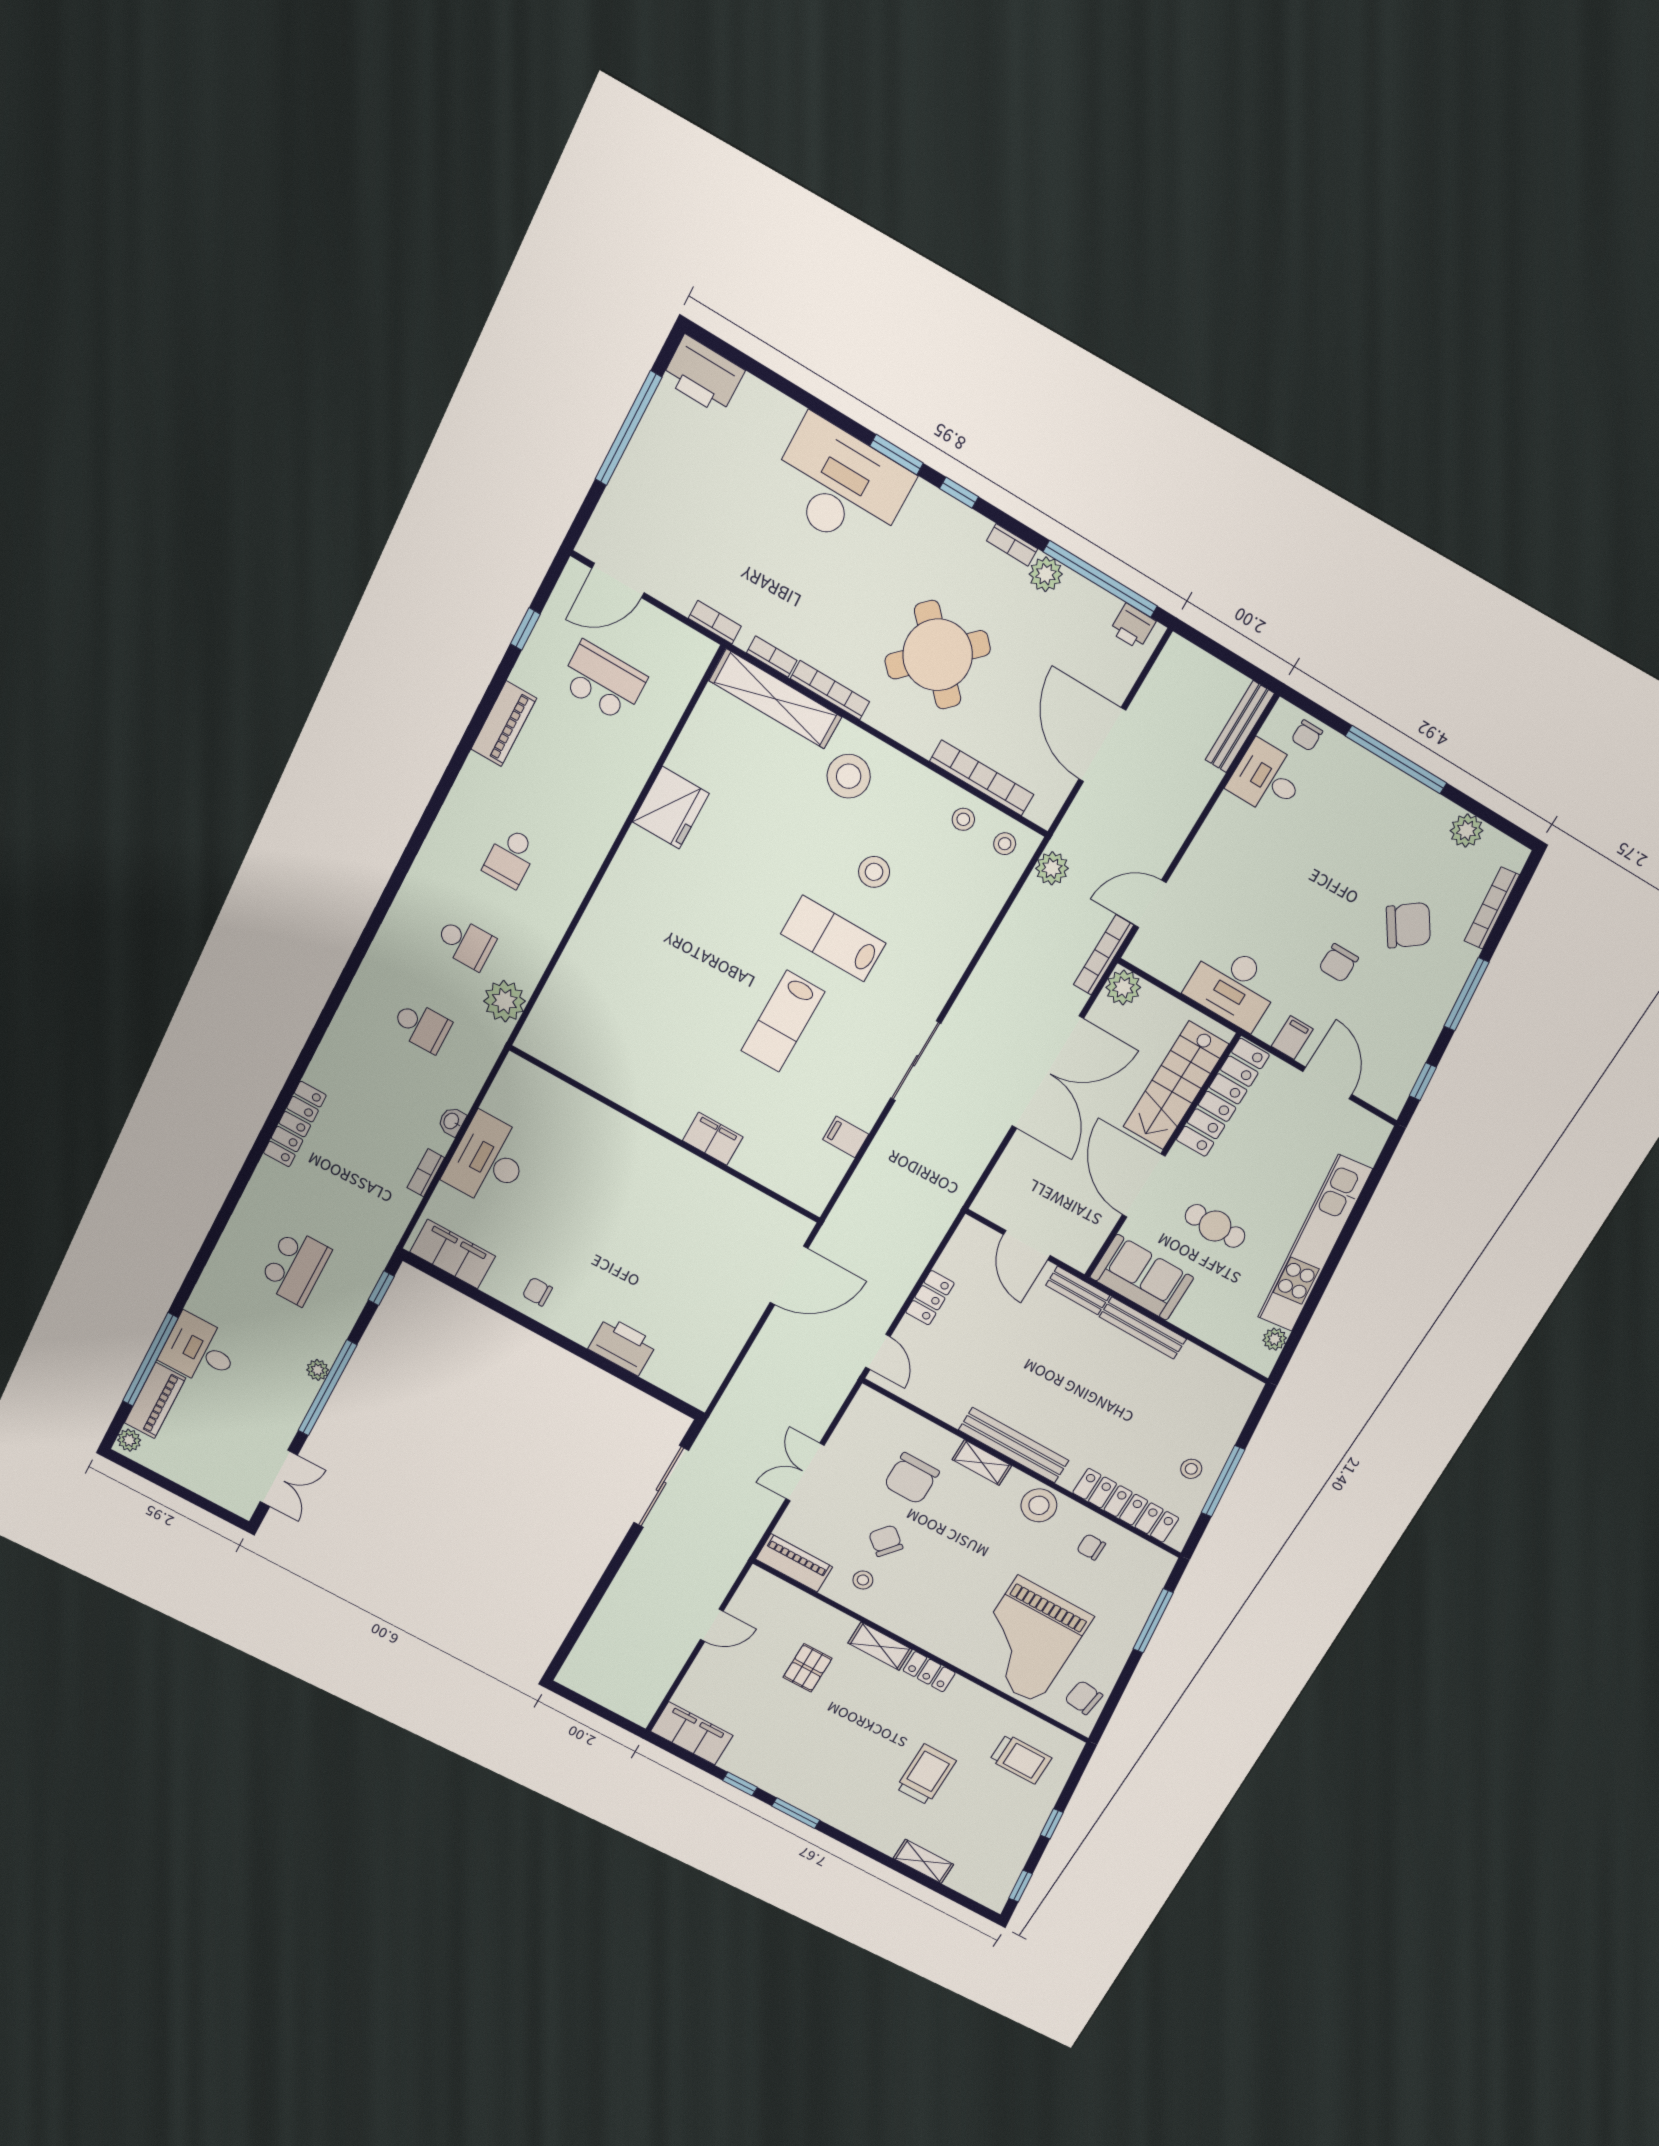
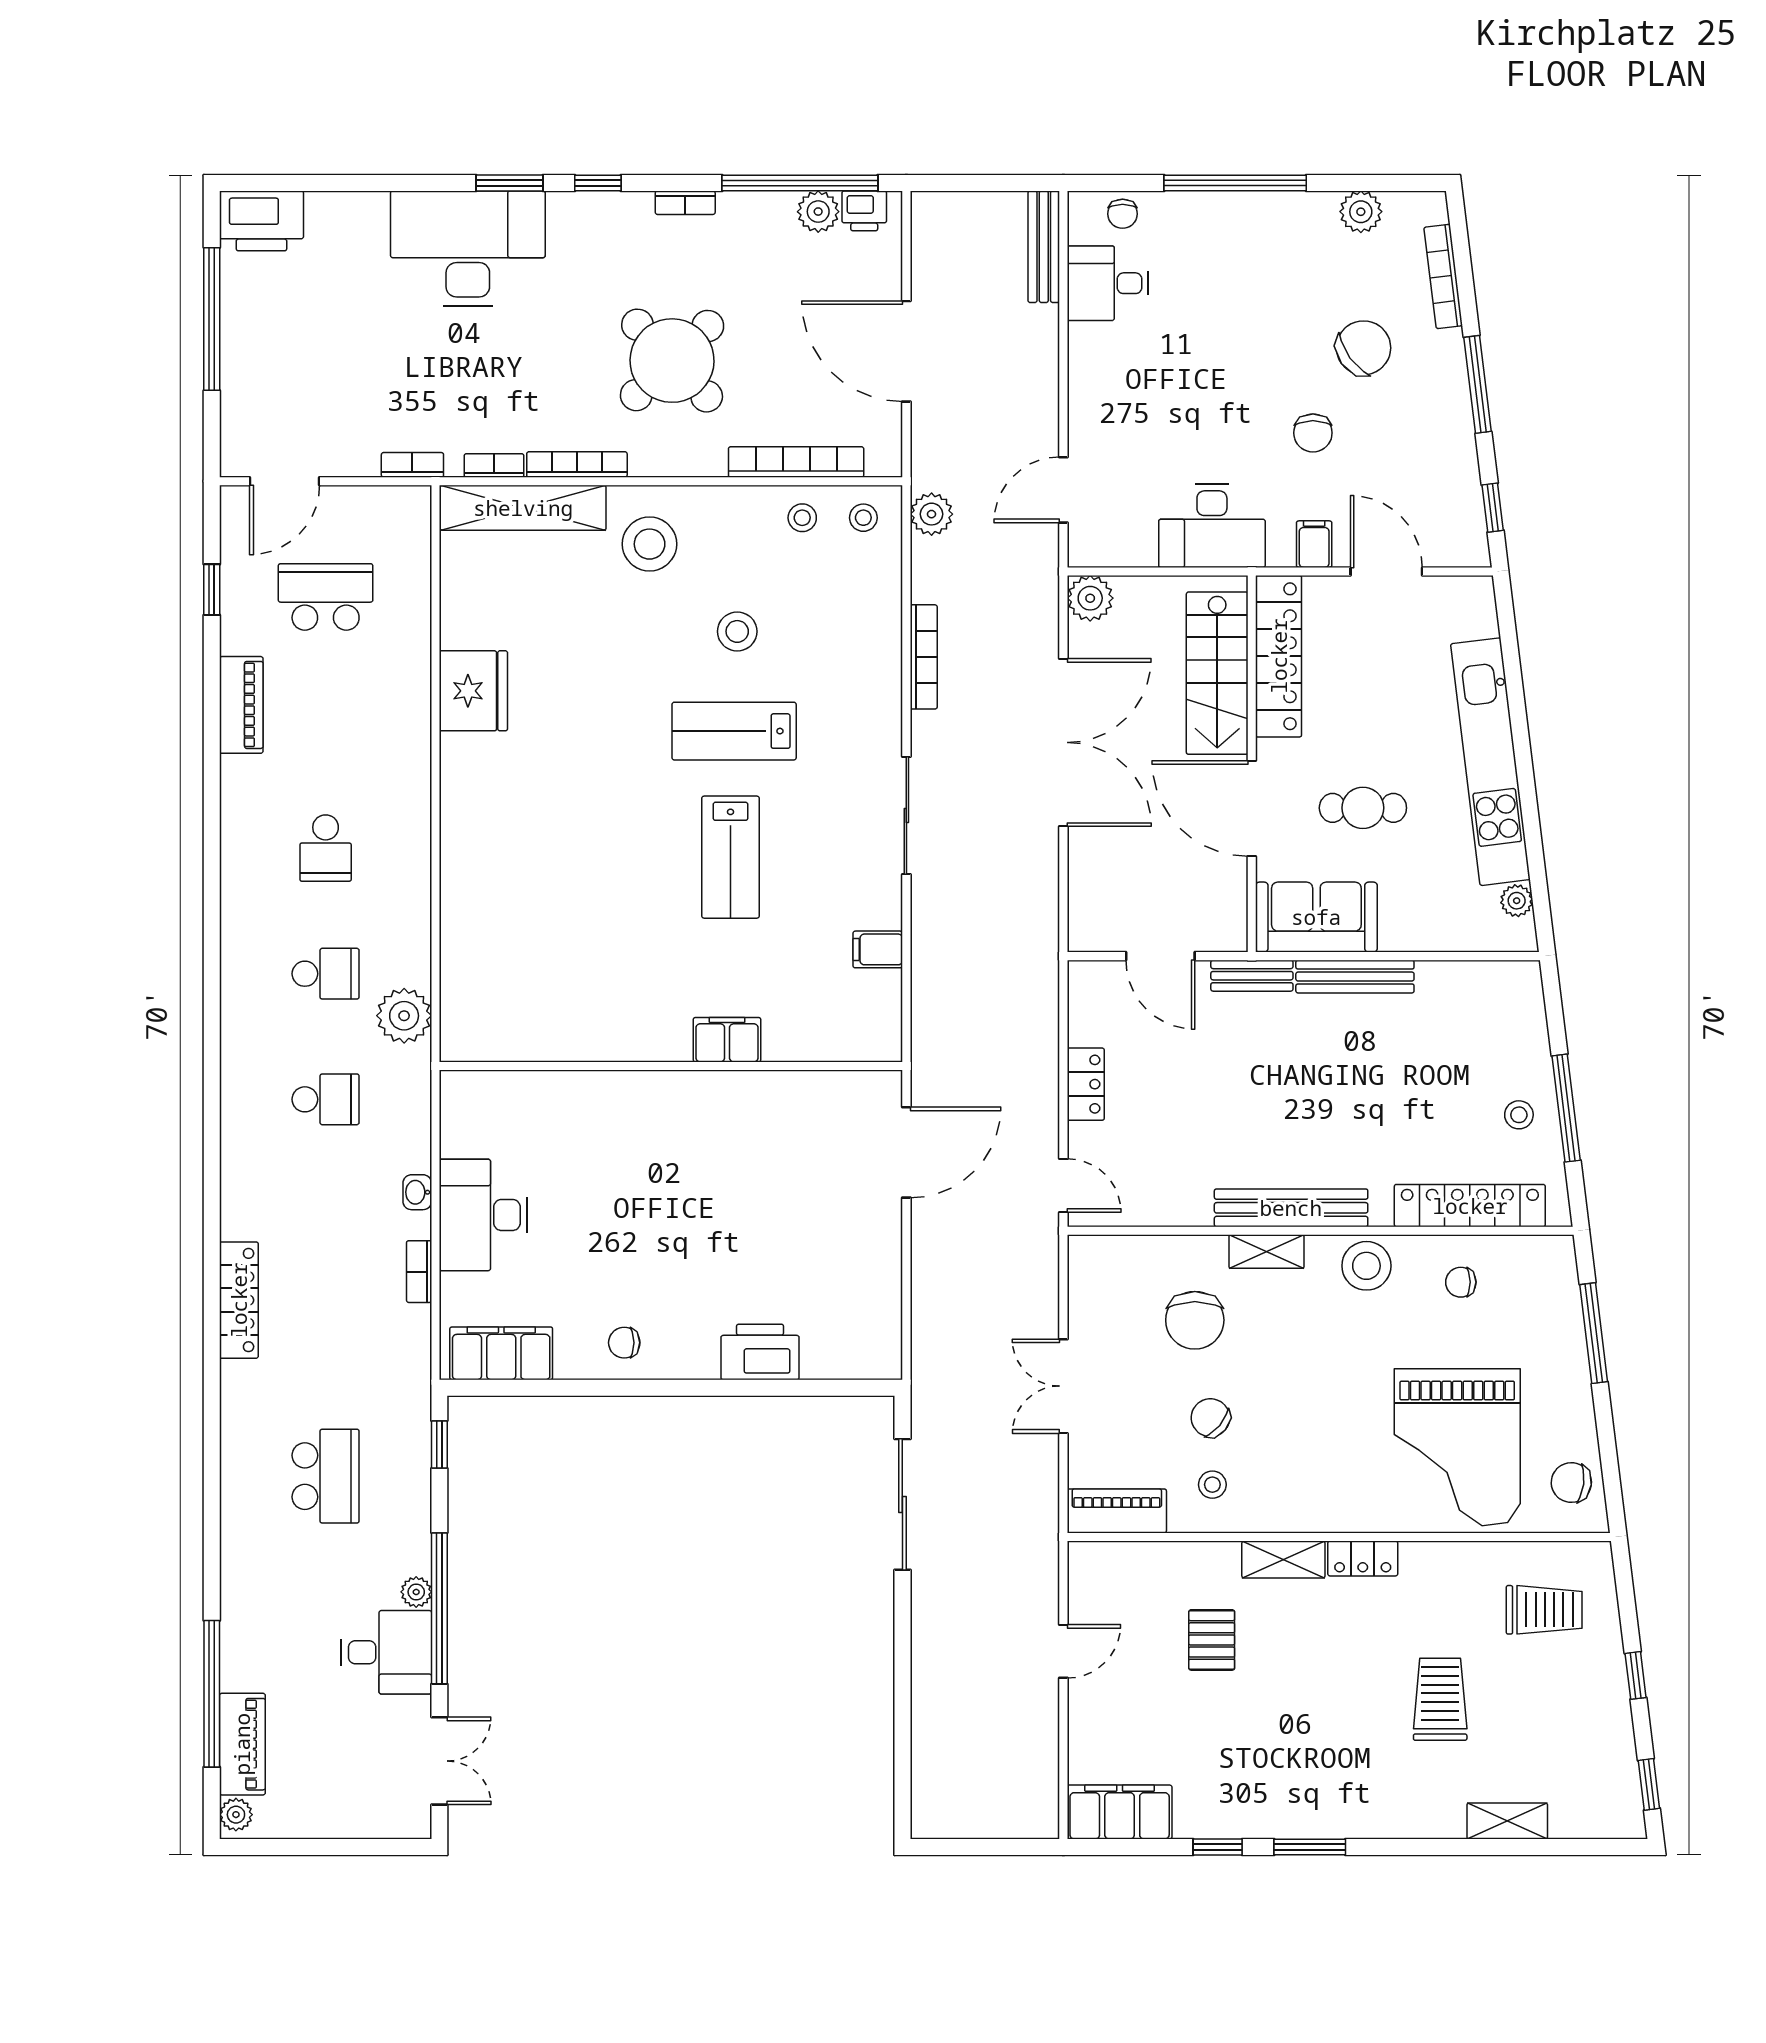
plant: (1046, 574) -> (818, 212), moved
bookcase: (1104, 955) -> (924, 657), moved, turned 180
desk: (200, 1351) -> (386, 1652), moved, turned 180

